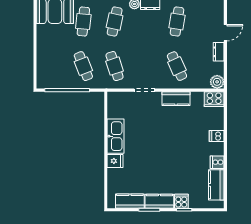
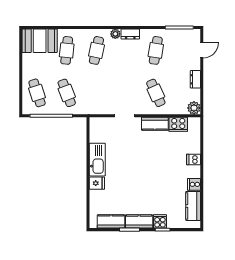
door: (225, 33) -> (202, 50), moved
cafe table: (115, 66) -> (37, 93), moved
cooker: (214, 99) -> (178, 124), moved

